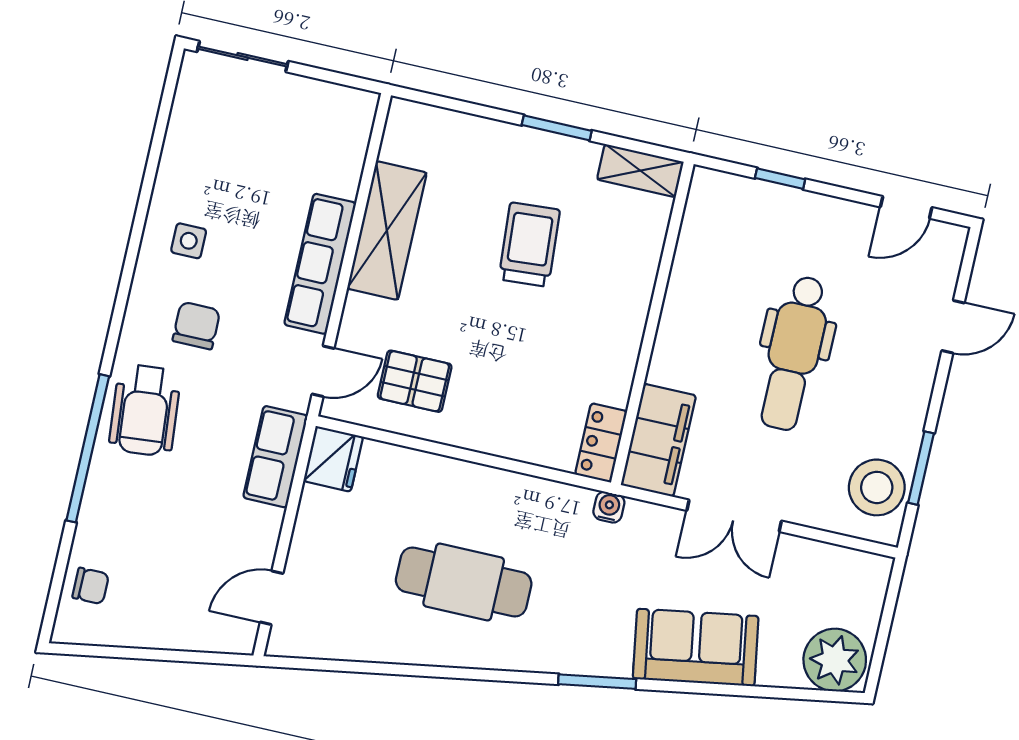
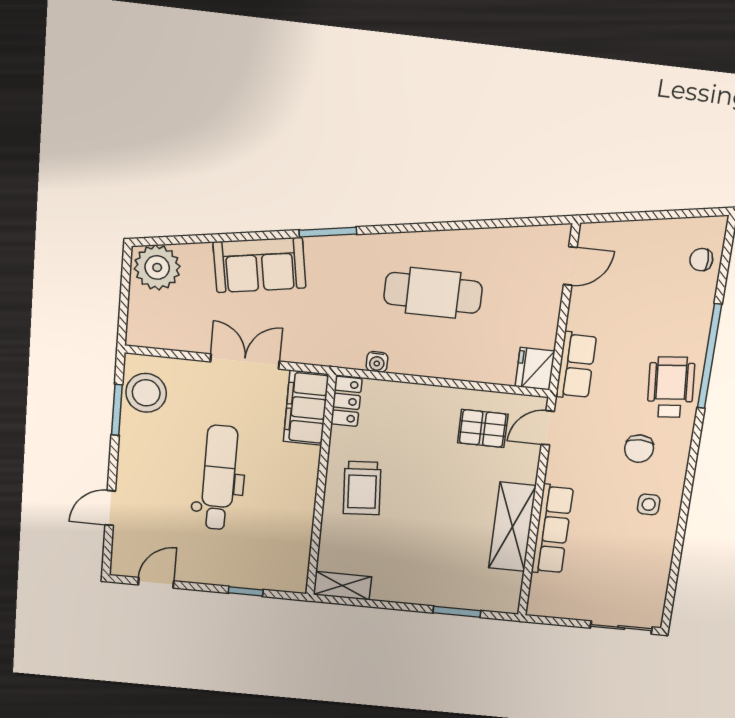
window: (557, 128) -> (457, 612), moved
trolley: (529, 245) -> (362, 488), moved
row of seats: (320, 264) -> (552, 529), moved
water cooler: (609, 507) -> (377, 362), moved

